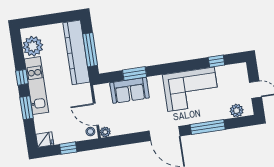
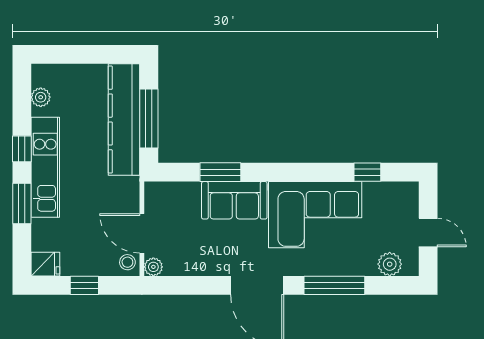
plant: (33, 46) -> (41, 97), width x0.53, depth x0.53
sofa: (130, 90) -> (234, 200), moved

